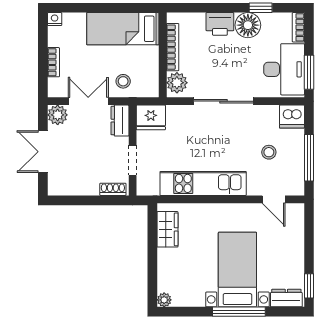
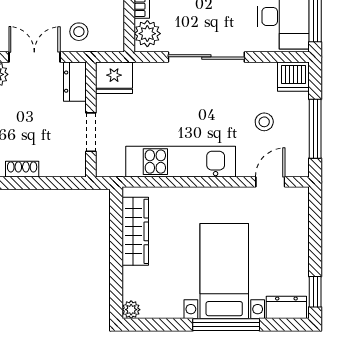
shoe rack: (113, 189) -> (22, 169), moved
door: (274, 199) -> (270, 182), swing flipped
wardrobe: (167, 229) -> (135, 231), width x1.50

